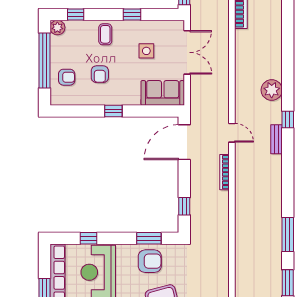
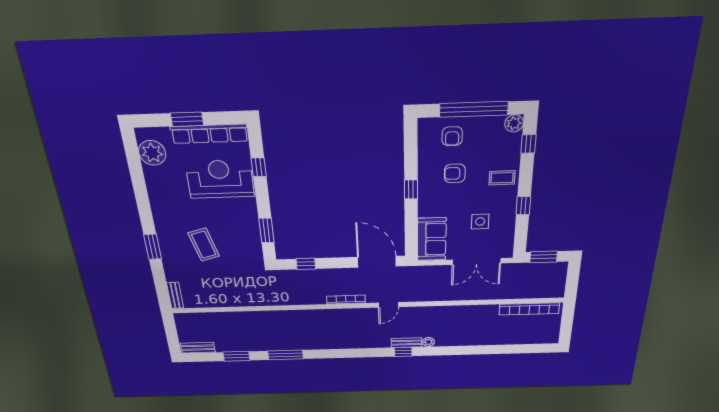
plant: (272, 90) -> (429, 342), width x0.53, depth x0.53
bench: (277, 139) -> (406, 343), moved
armchair: (150, 261) -> (241, 232), removed

